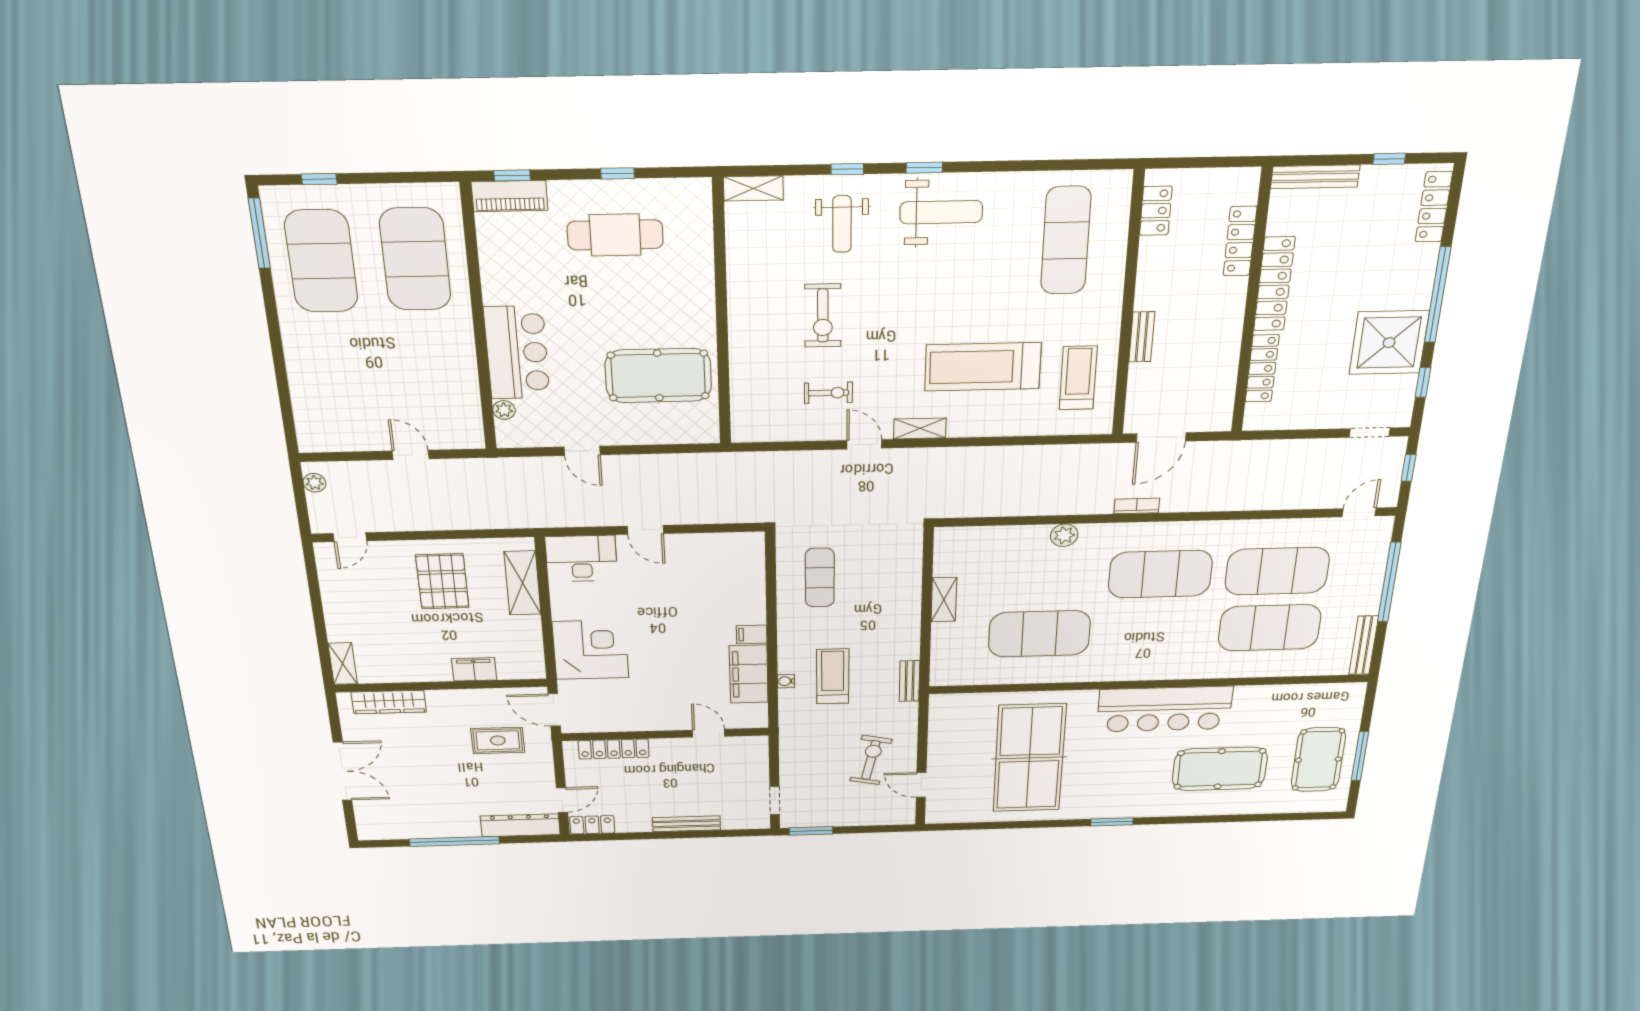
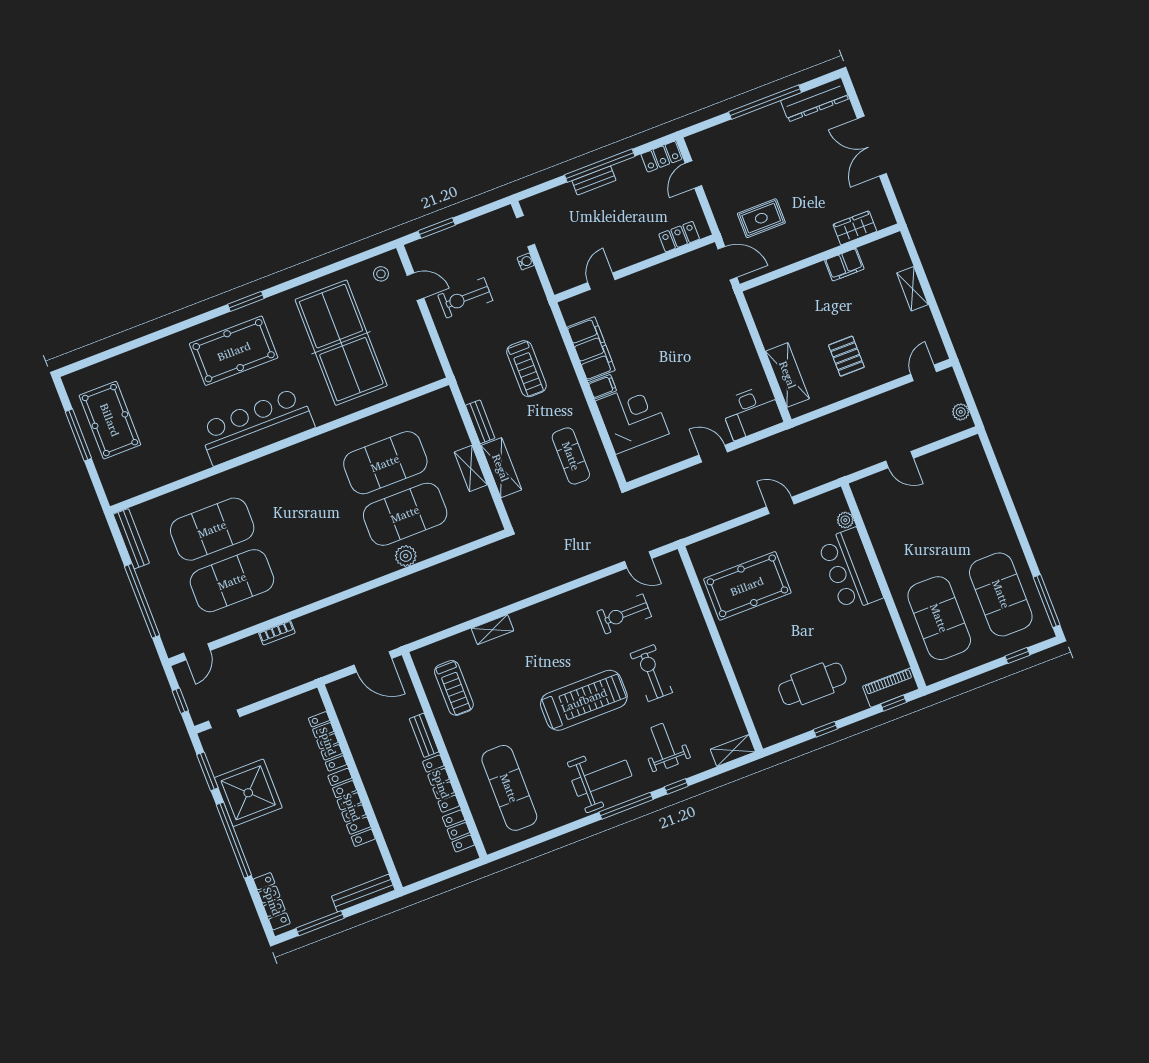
window: (1389, 159) -> (320, 923), width x2.17
window: (924, 168) -> (626, 806), width x2.17
weight bench: (941, 212) -> (602, 778), turned 180
locker: (1240, 241) -> (441, 784), moved, turned 180
treadmill: (983, 367) -> (584, 700), moved
window: (1423, 382) -> (207, 771), width x1.50
exercise bike: (828, 393) -> (624, 614), width x1.38, depth x1.39
shelving: (920, 428) -> (492, 630), moved
door: (1161, 437) -> (373, 662), swing flipped
door: (864, 444) -> (638, 560), moved
bookcase: (1137, 506) -> (277, 633), moved
exercise mat: (1160, 574) -> (405, 514), moved
pallet: (442, 581) -> (846, 356), width x0.67, depth x0.71
shelving: (908, 590) -> (501, 468), added
corner desk: (591, 650) -> (632, 417), moved, turned 180
shelving: (343, 664) -> (912, 289), moved
filing cabinet: (474, 669) -> (844, 265), moved
water cooler: (786, 681) -> (526, 261), moved
bench: (910, 681) -> (480, 422), moved
wardrobe: (389, 702) -> (855, 228), width x0.67
door: (709, 733) -> (601, 281), swing flipped
locker: (614, 749) -> (679, 237), width x0.66
exercise bike: (871, 760) -> (465, 298), turned 78
pool table: (1220, 769) -> (234, 351), moved
stool: (953, 806) -> (381, 274), added
bench: (686, 824) -> (594, 181), width x0.73
dresser: (520, 825) -> (815, 100), moved
window: (811, 831) -> (437, 228), moved
window: (665, 835) -> (600, 166), added

